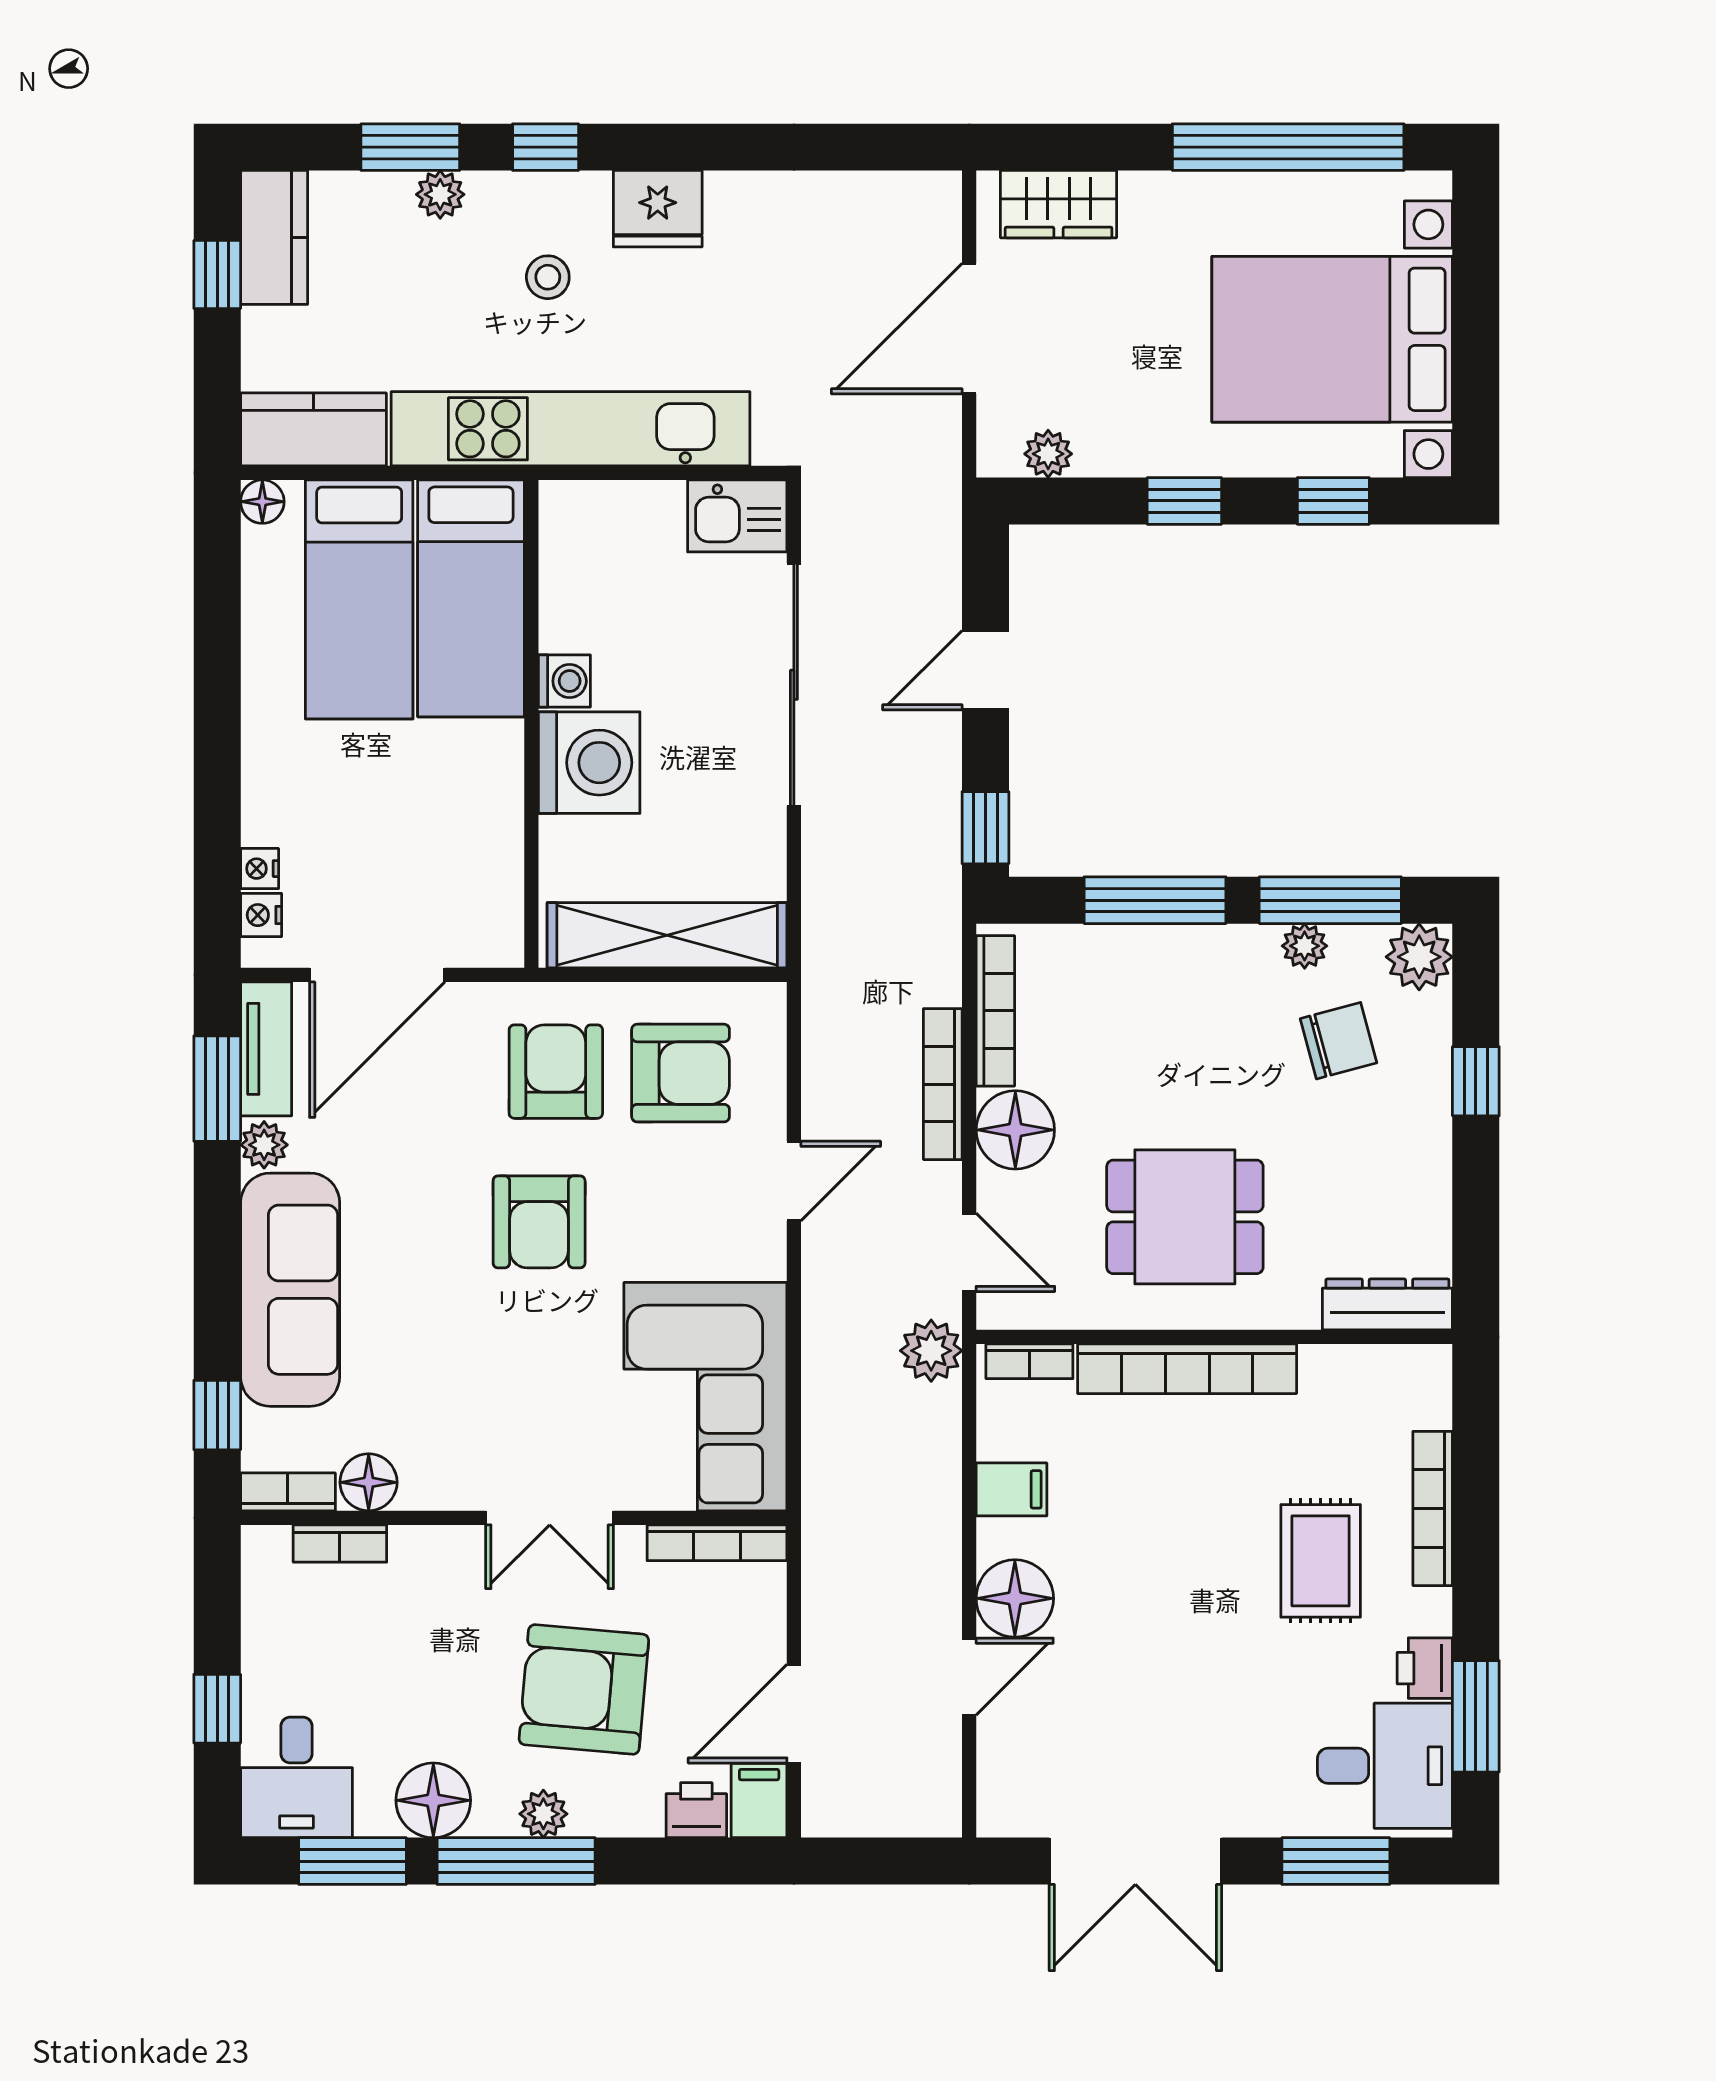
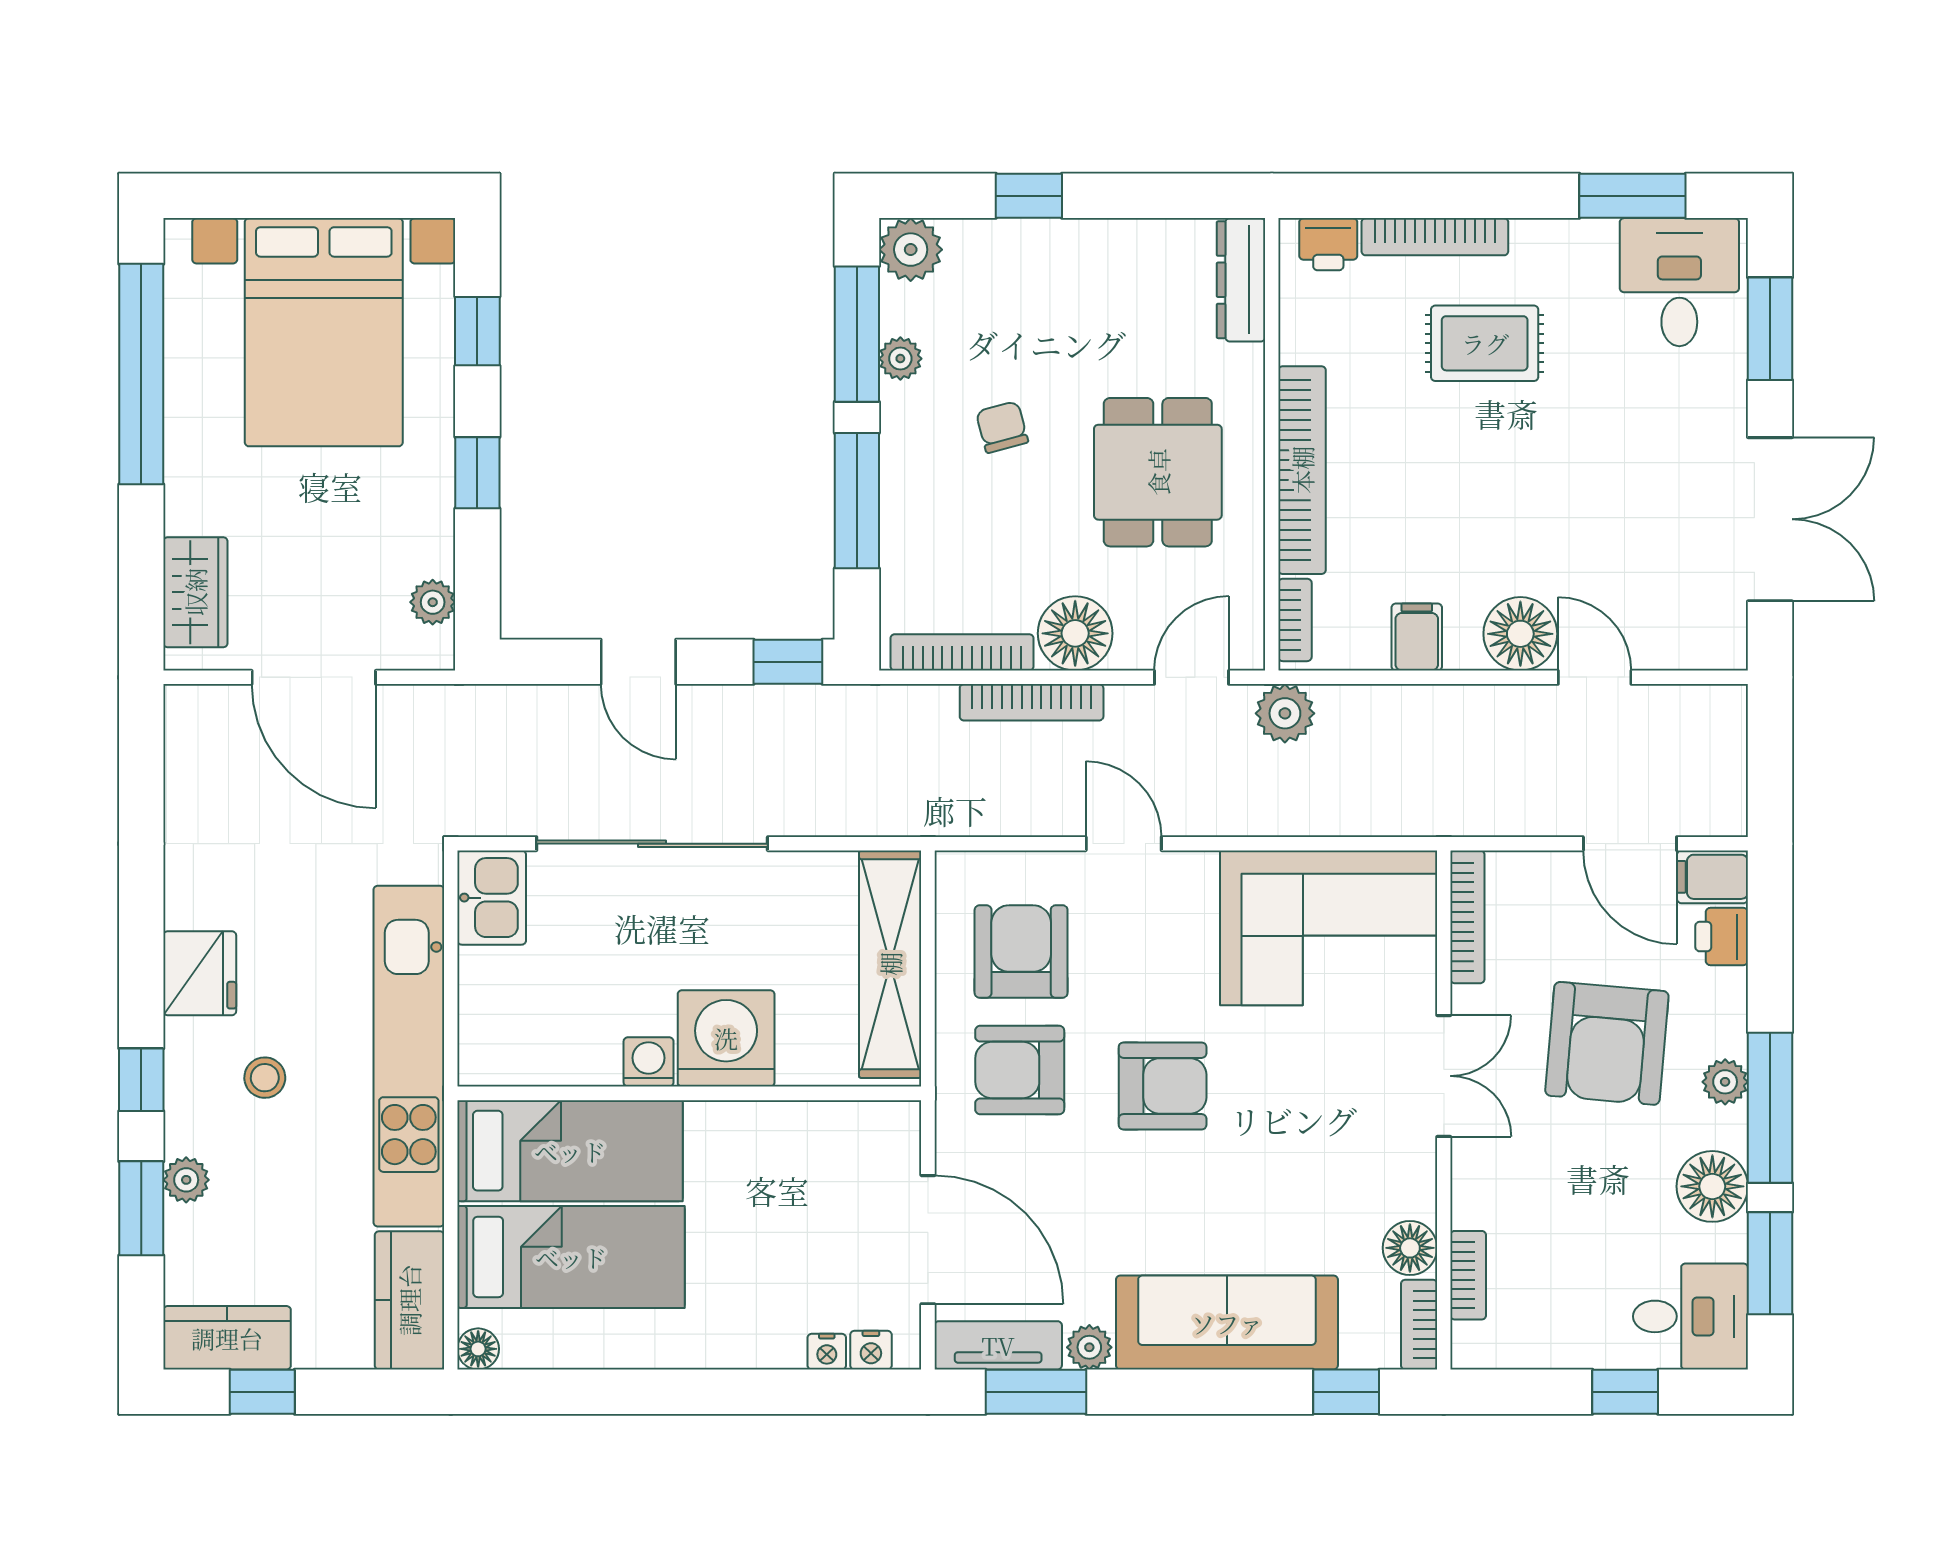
chair: (1339, 1041) -> (1002, 427), moved, width x0.73, depth x0.73
printer: (1425, 1668) -> (1328, 244), moved

